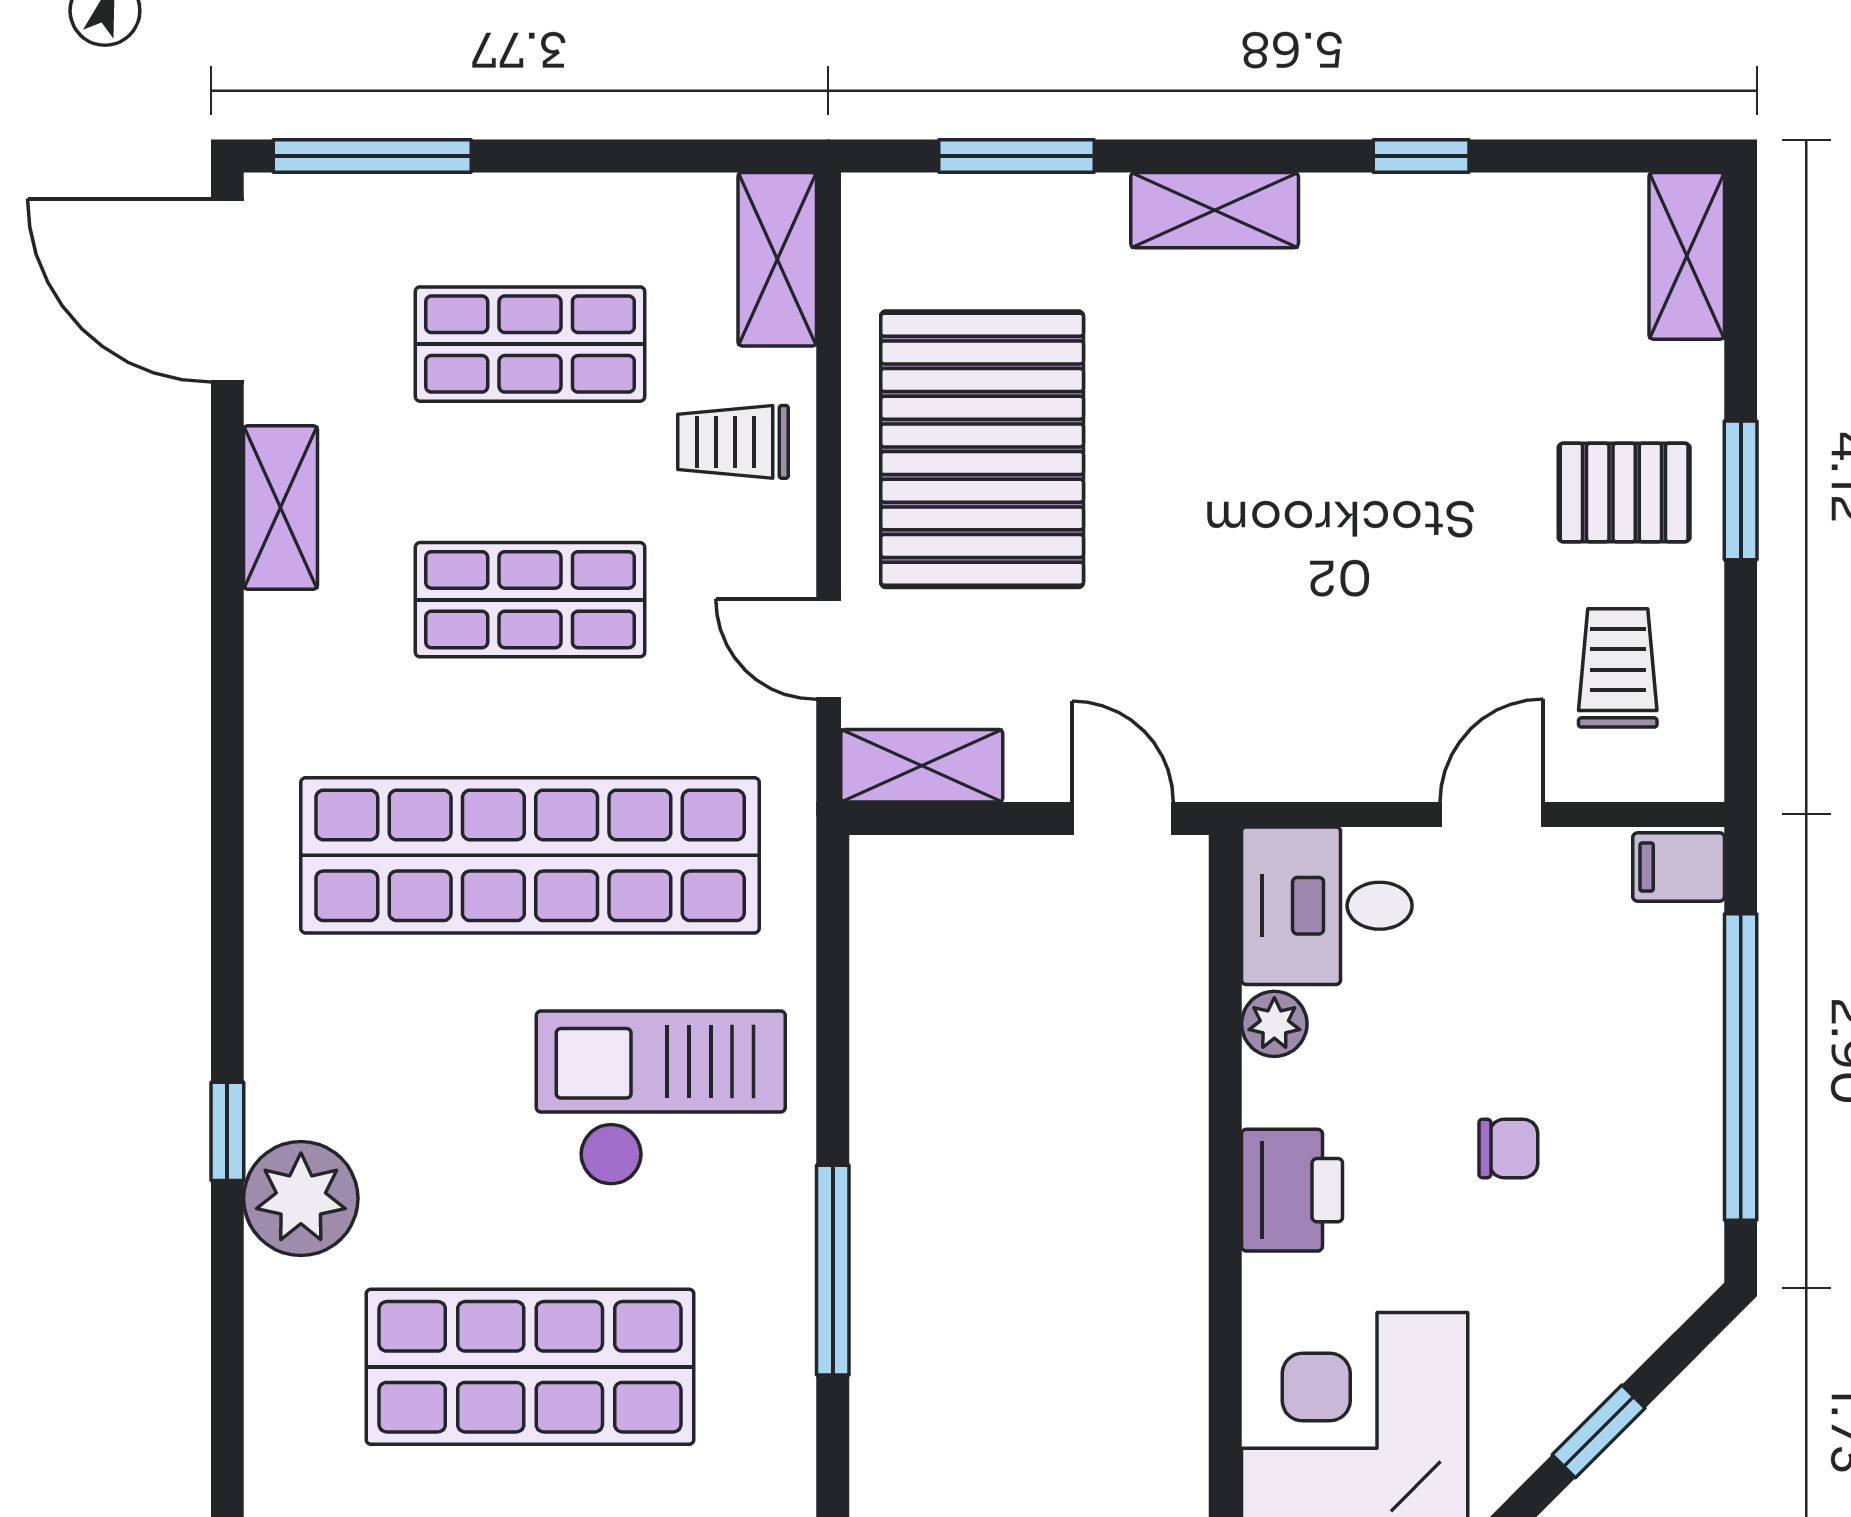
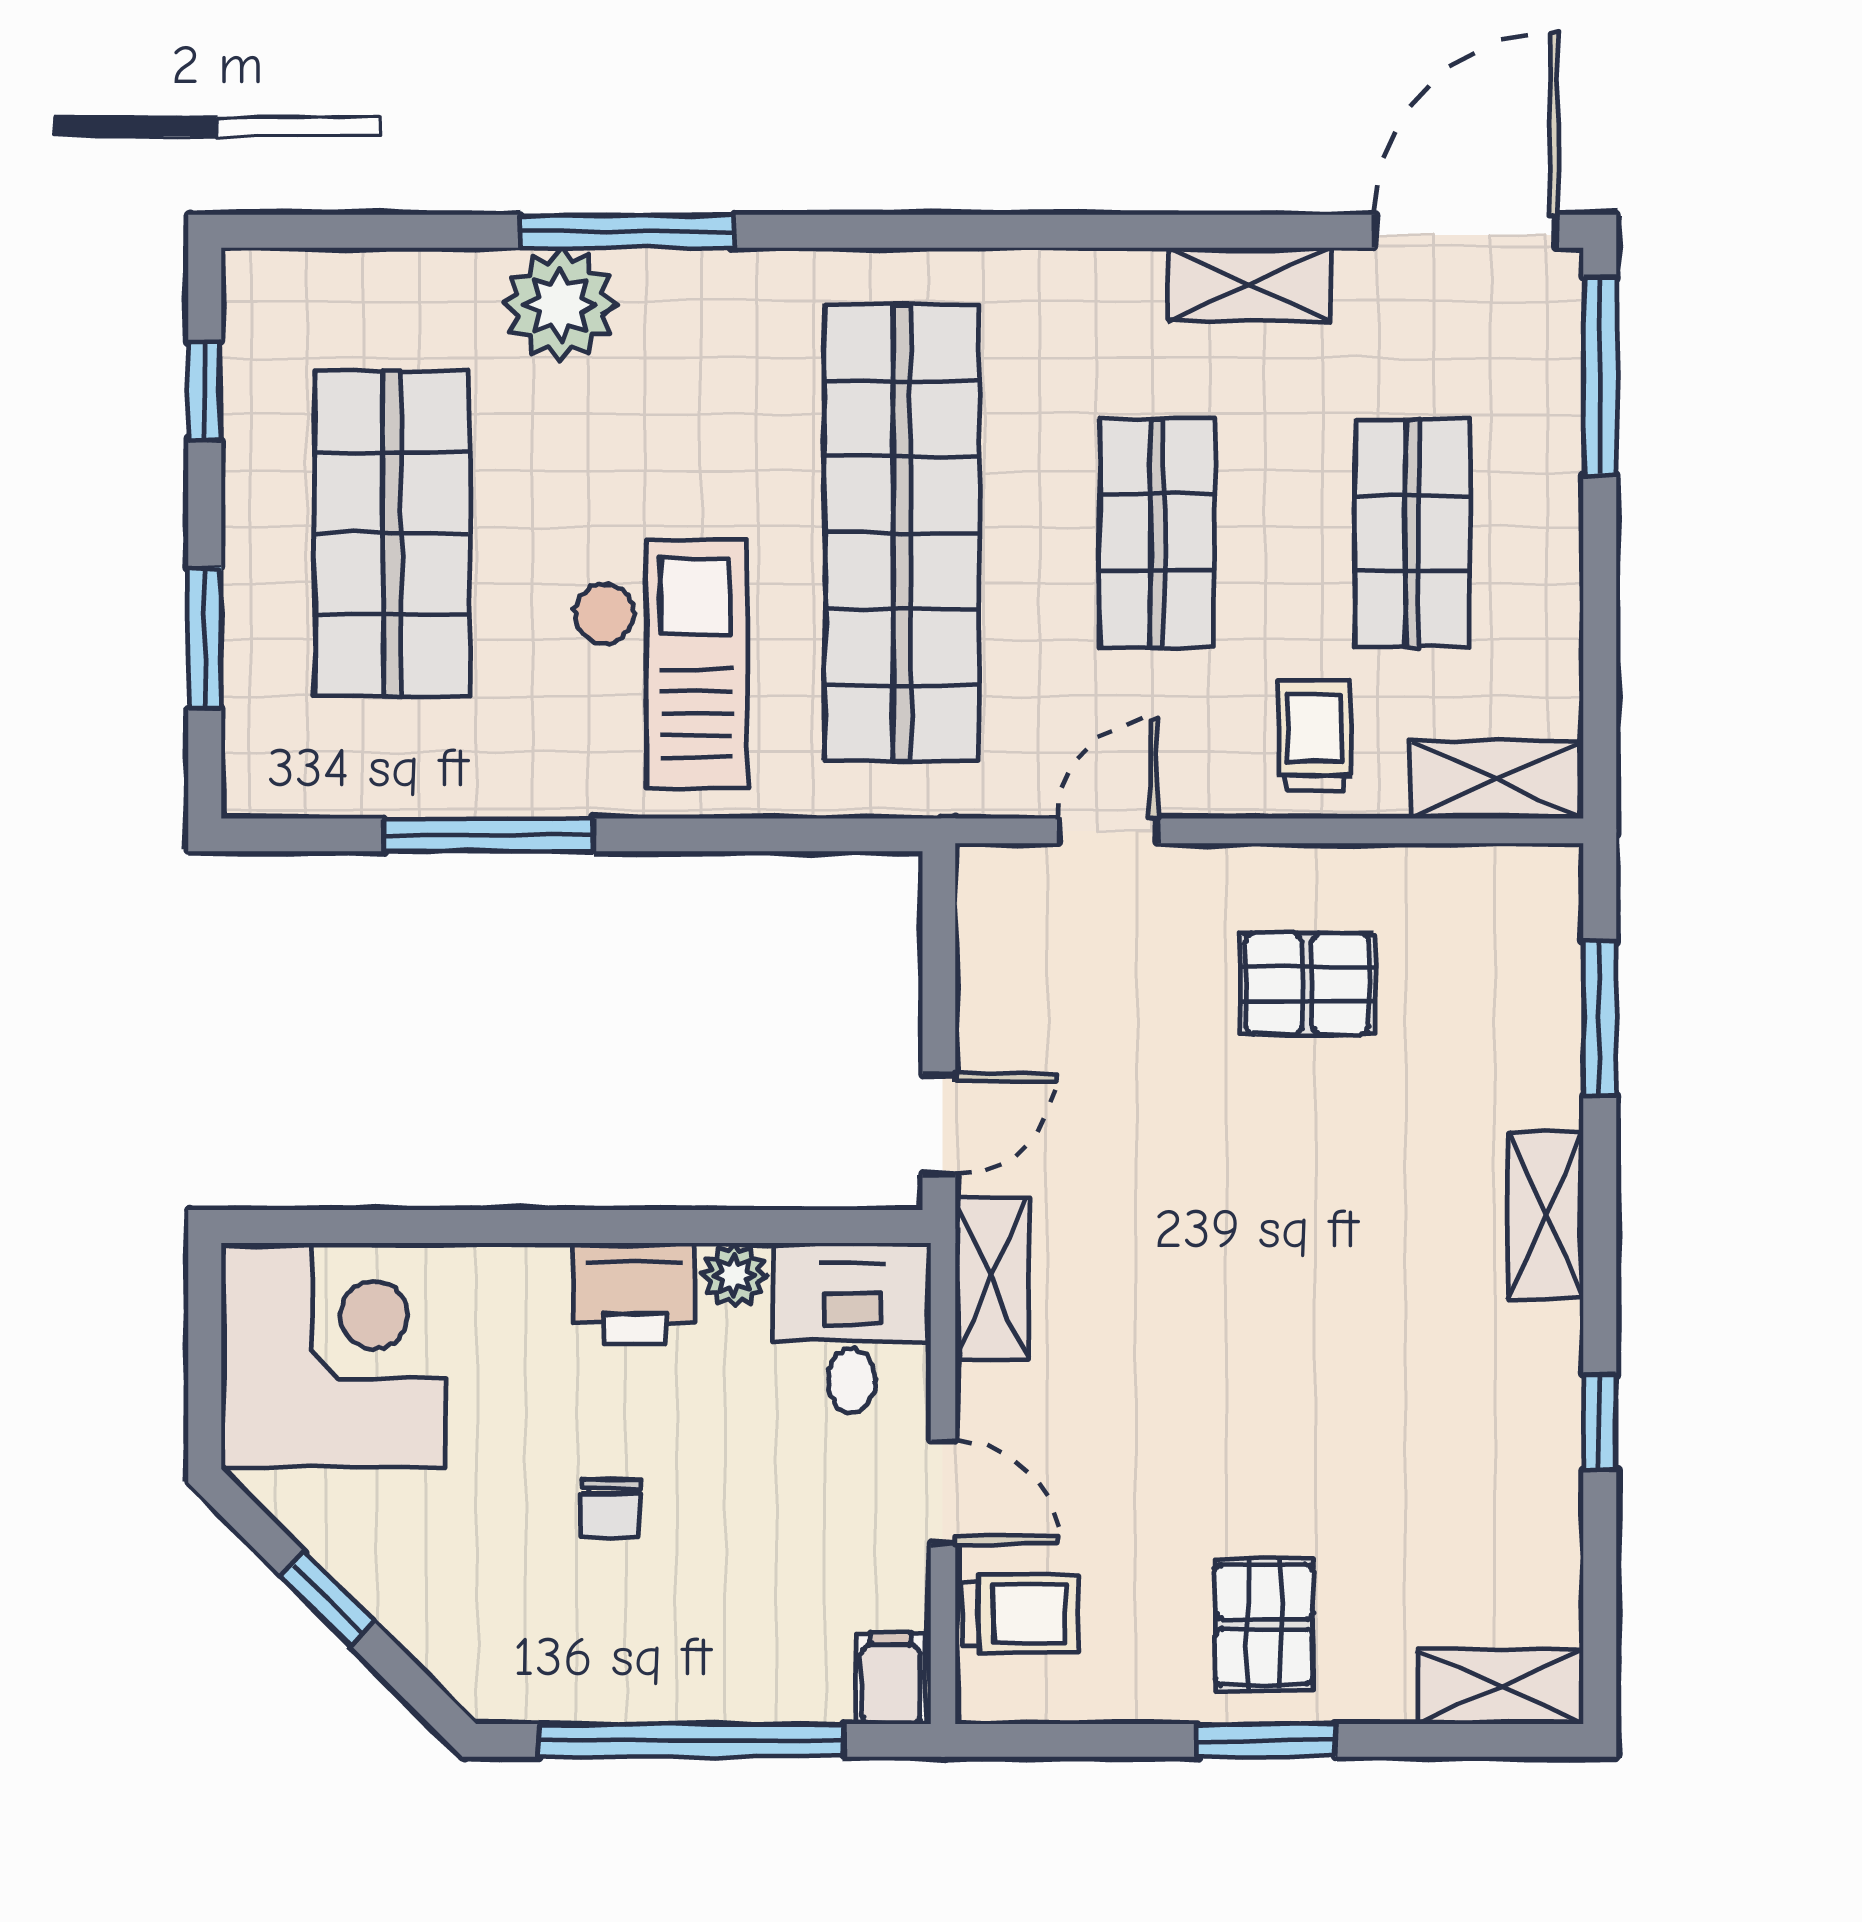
pallet: (982, 449) -> (1307, 984), width x0.49, depth x0.50
trolley: (1618, 668) -> (1021, 1614), moved
shelving: (922, 766) -> (992, 1278), moved
window: (227, 1131) -> (627, 231), width x2.17
printer: (1292, 1190) -> (634, 1293), moved

